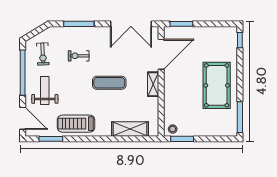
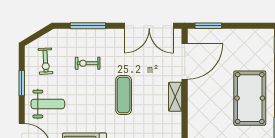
window: (23, 73) -> (22, 83), width x0.47
exercise mat: (109, 83) -> (124, 95), turned 90
weight bench: (45, 90) -> (48, 104), turned 90

